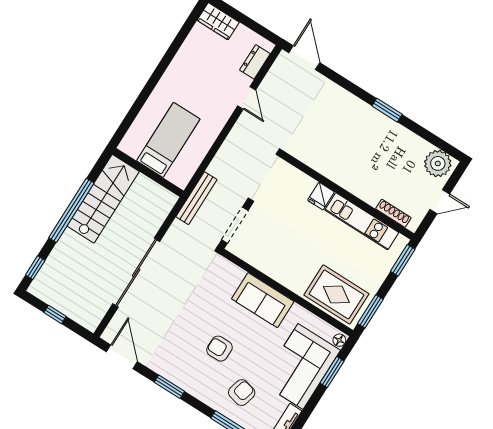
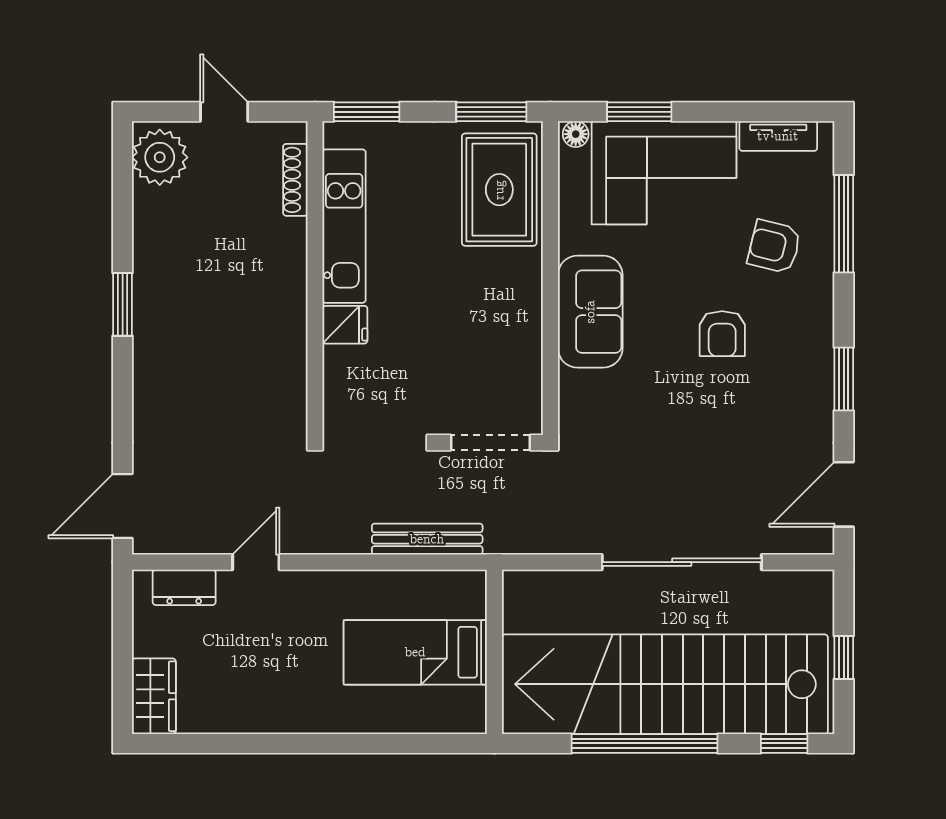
bench: (196, 198) -> (427, 539), moved
stairs: (103, 199) -> (665, 684), width x1.86, depth x1.51

